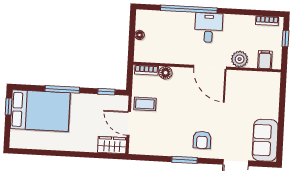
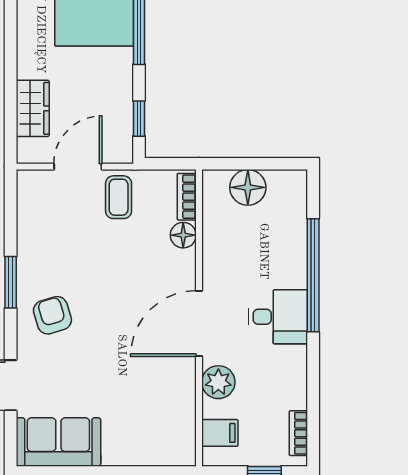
floor lamp: (140, 35) -> (248, 187), width x1.89, depth x1.89
armchair: (202, 140) -> (52, 315), turned 73
wardrobe: (112, 145) -> (33, 108), moved

